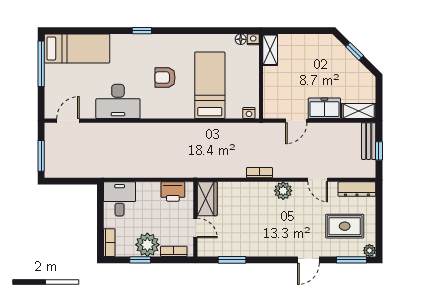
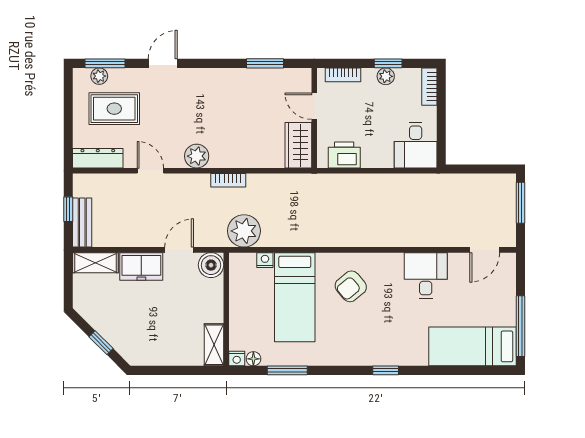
window: (215, 31) -> (287, 370), added
armchair: (165, 78) -> (351, 286), moved, turned 140
desk: (118, 101) -> (426, 276), width x0.73
boiler: (272, 109) -> (211, 265), added
nightstand: (249, 113) -> (265, 260), moved
plant: (248, 135) -> (244, 231), added
plant: (147, 245) -> (386, 76), width x0.53, depth x0.53
plant: (369, 250) -> (99, 76), moved

